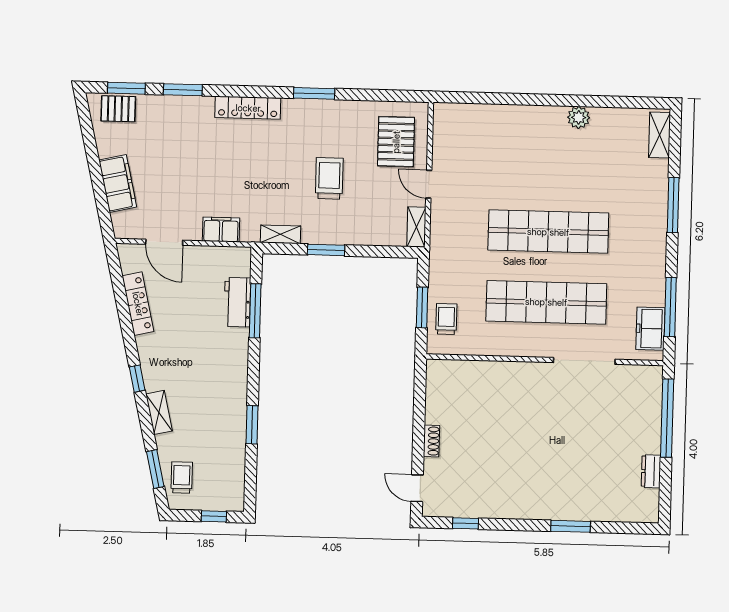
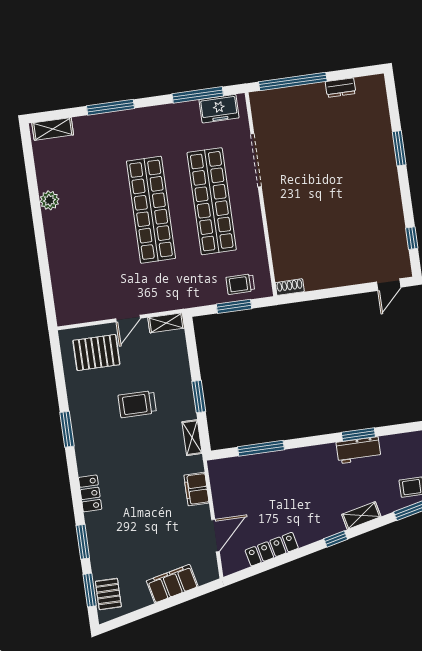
locker: (248, 108) -> (90, 493), width x0.66
workbench: (237, 302) -> (358, 450), moved
shoe rack: (431, 441) -> (290, 287), moved

